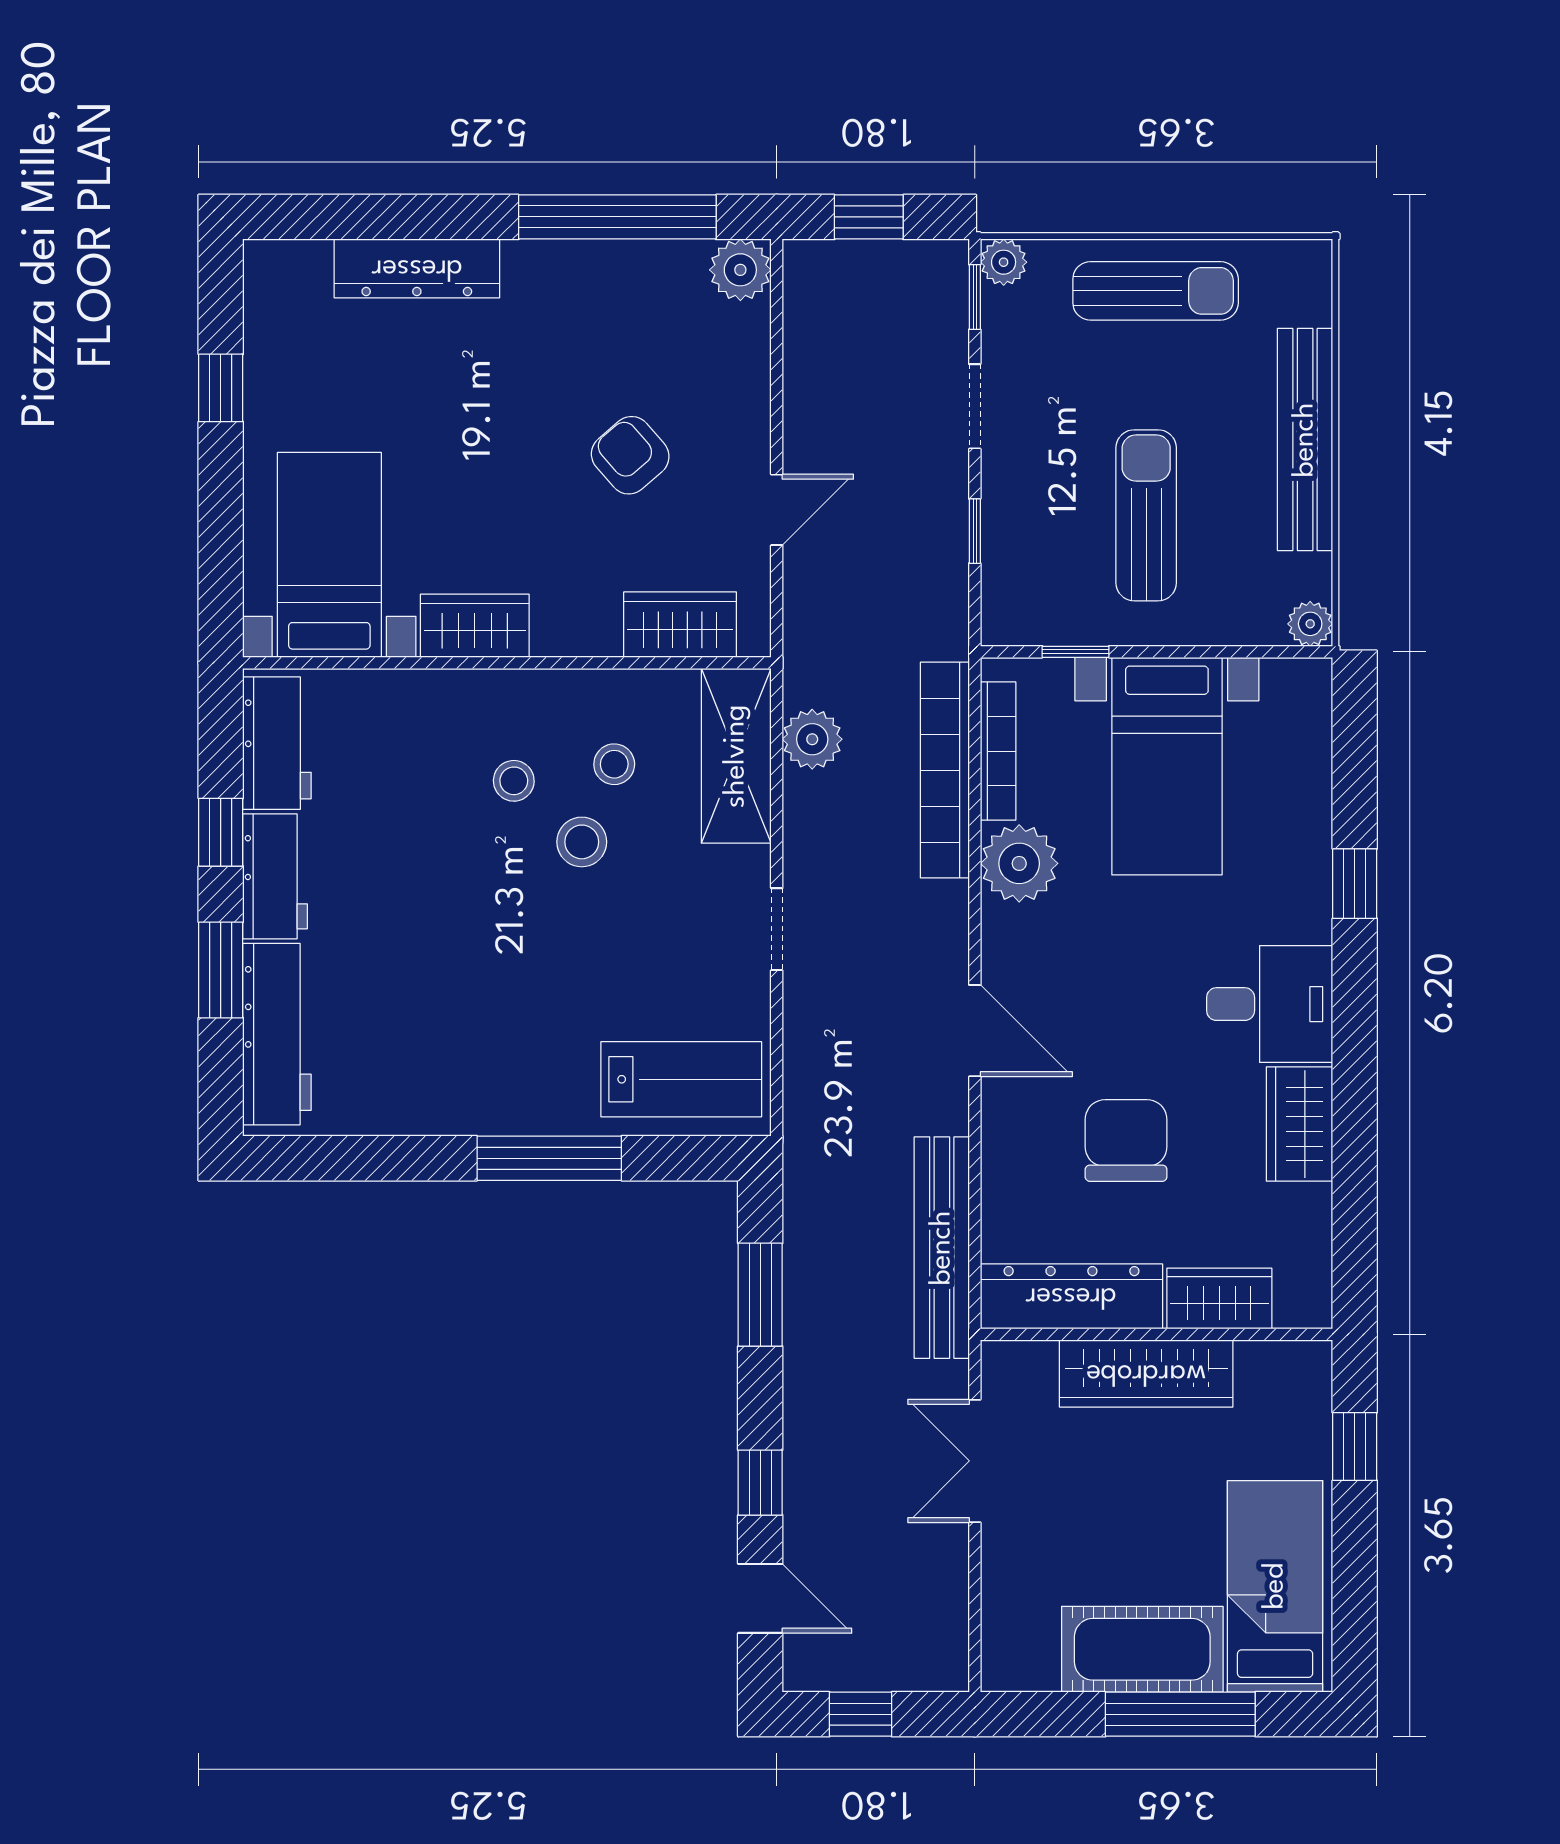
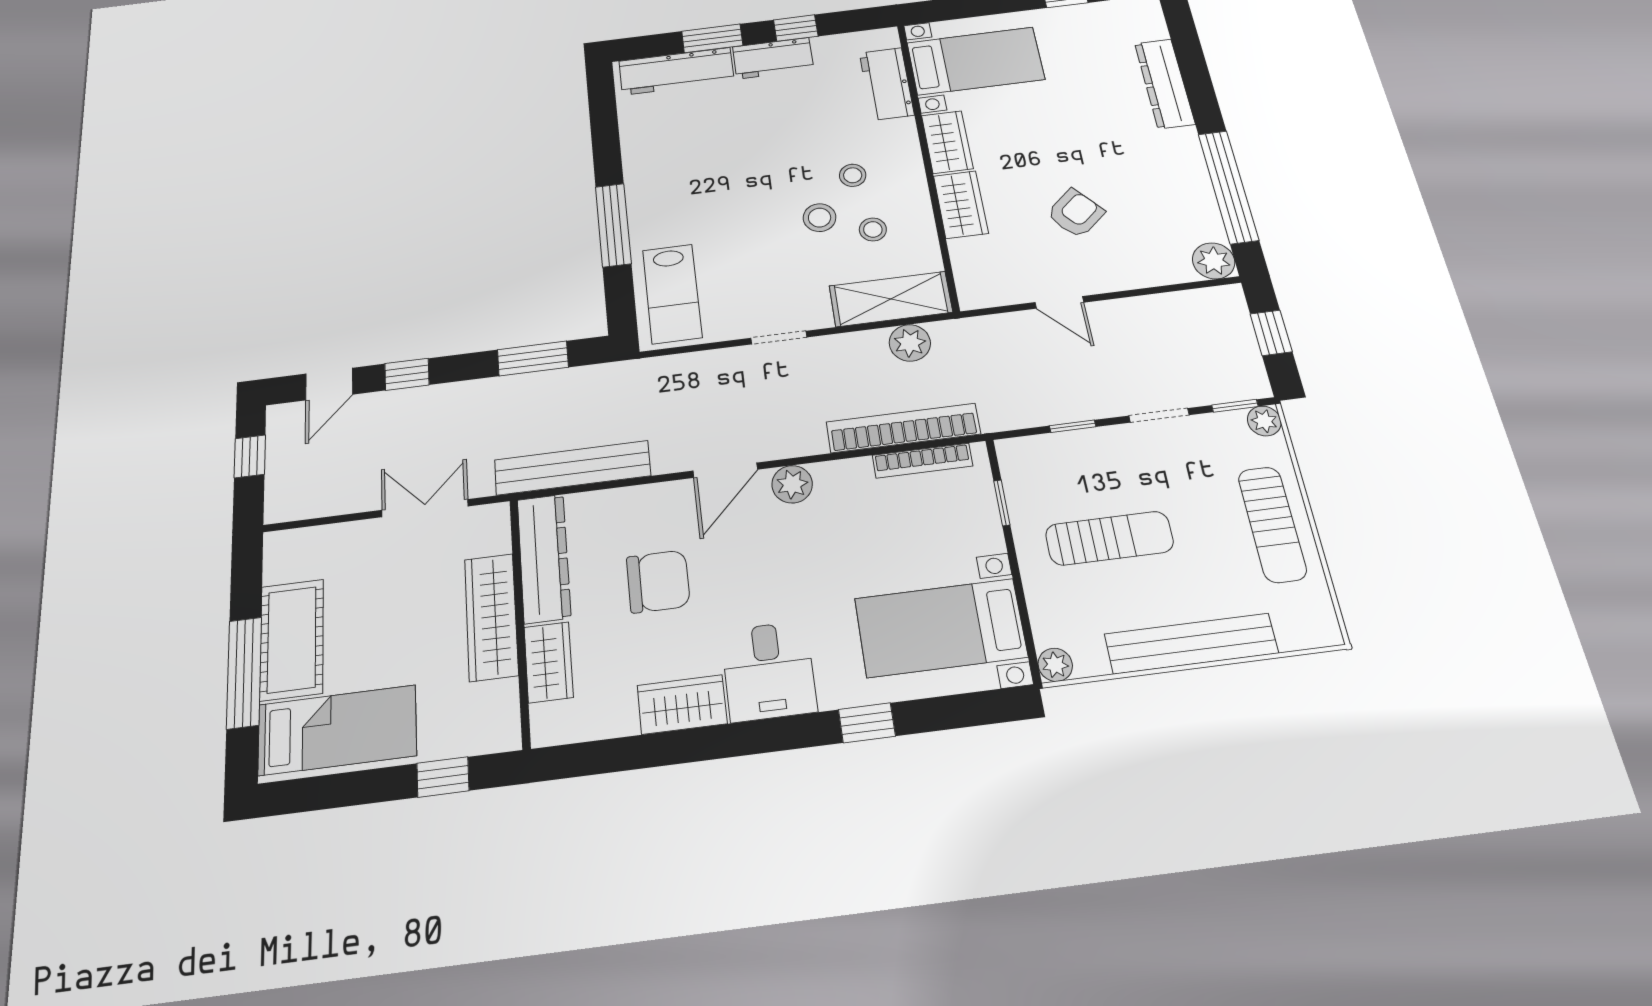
wardrobe: (680, 625) -> (961, 205), moved
workbench: (277, 743) -> (887, 84), moved, turned 90
bed with nightstands: (1167, 766) -> (941, 628), moved
plant: (1019, 863) -> (792, 484), moved, width x0.73, depth x0.73

